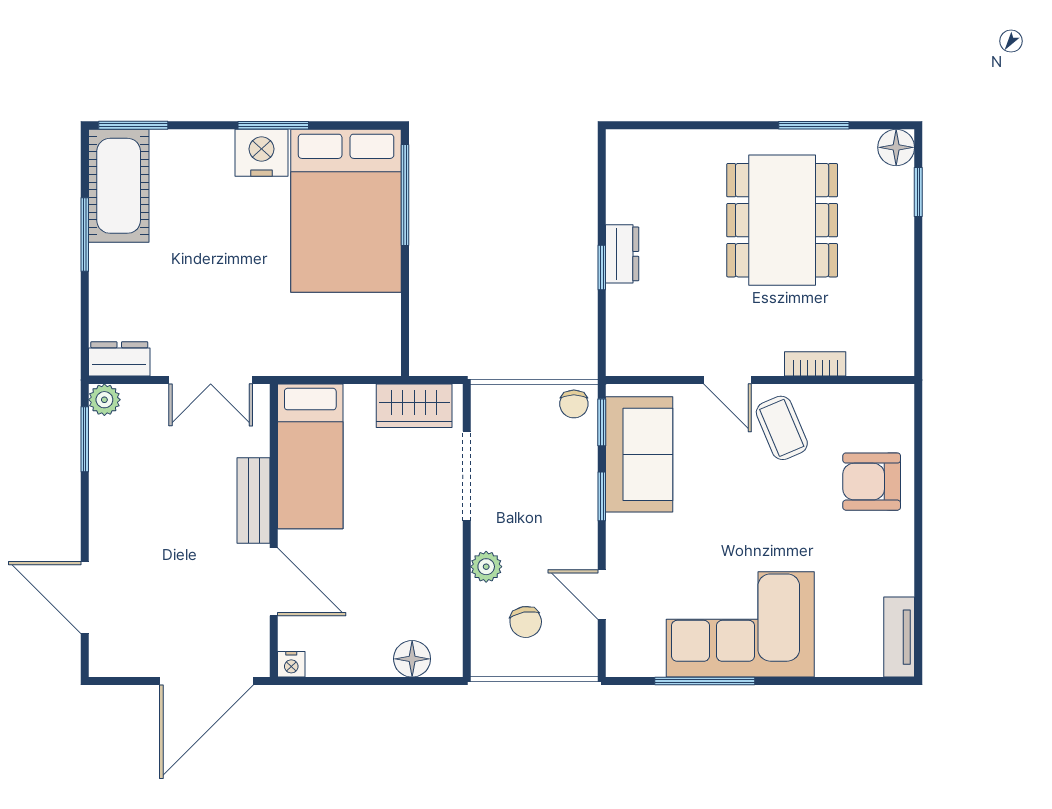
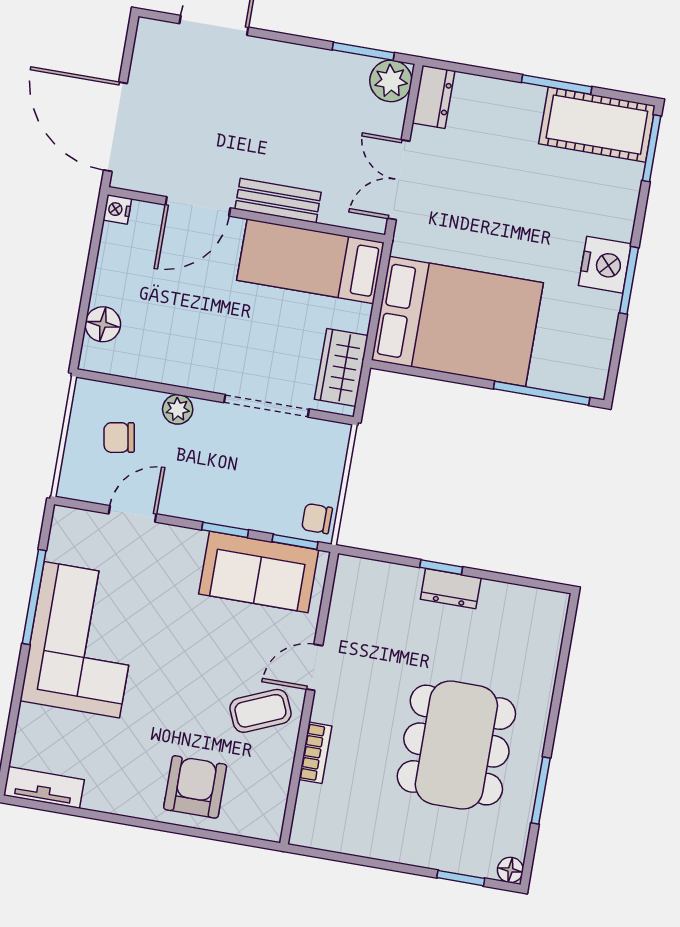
floor lamp: (896, 147) -> (510, 870), width x0.73, depth x0.73
bed: (346, 211) -> (457, 321), moved, turned 180
dining table: (782, 220) -> (456, 745), turned 90
plant: (104, 400) -> (391, 81), width x1.38, depth x1.38

